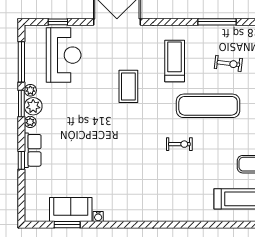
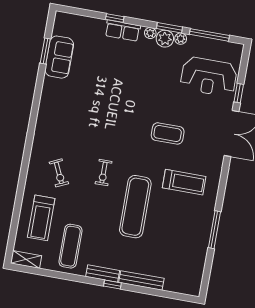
window: (58, 22) -> (239, 93), moved
exercise bike: (228, 63) -> (59, 173), moved, turned -32
water cooler: (98, 217) -> (48, 82), removed

